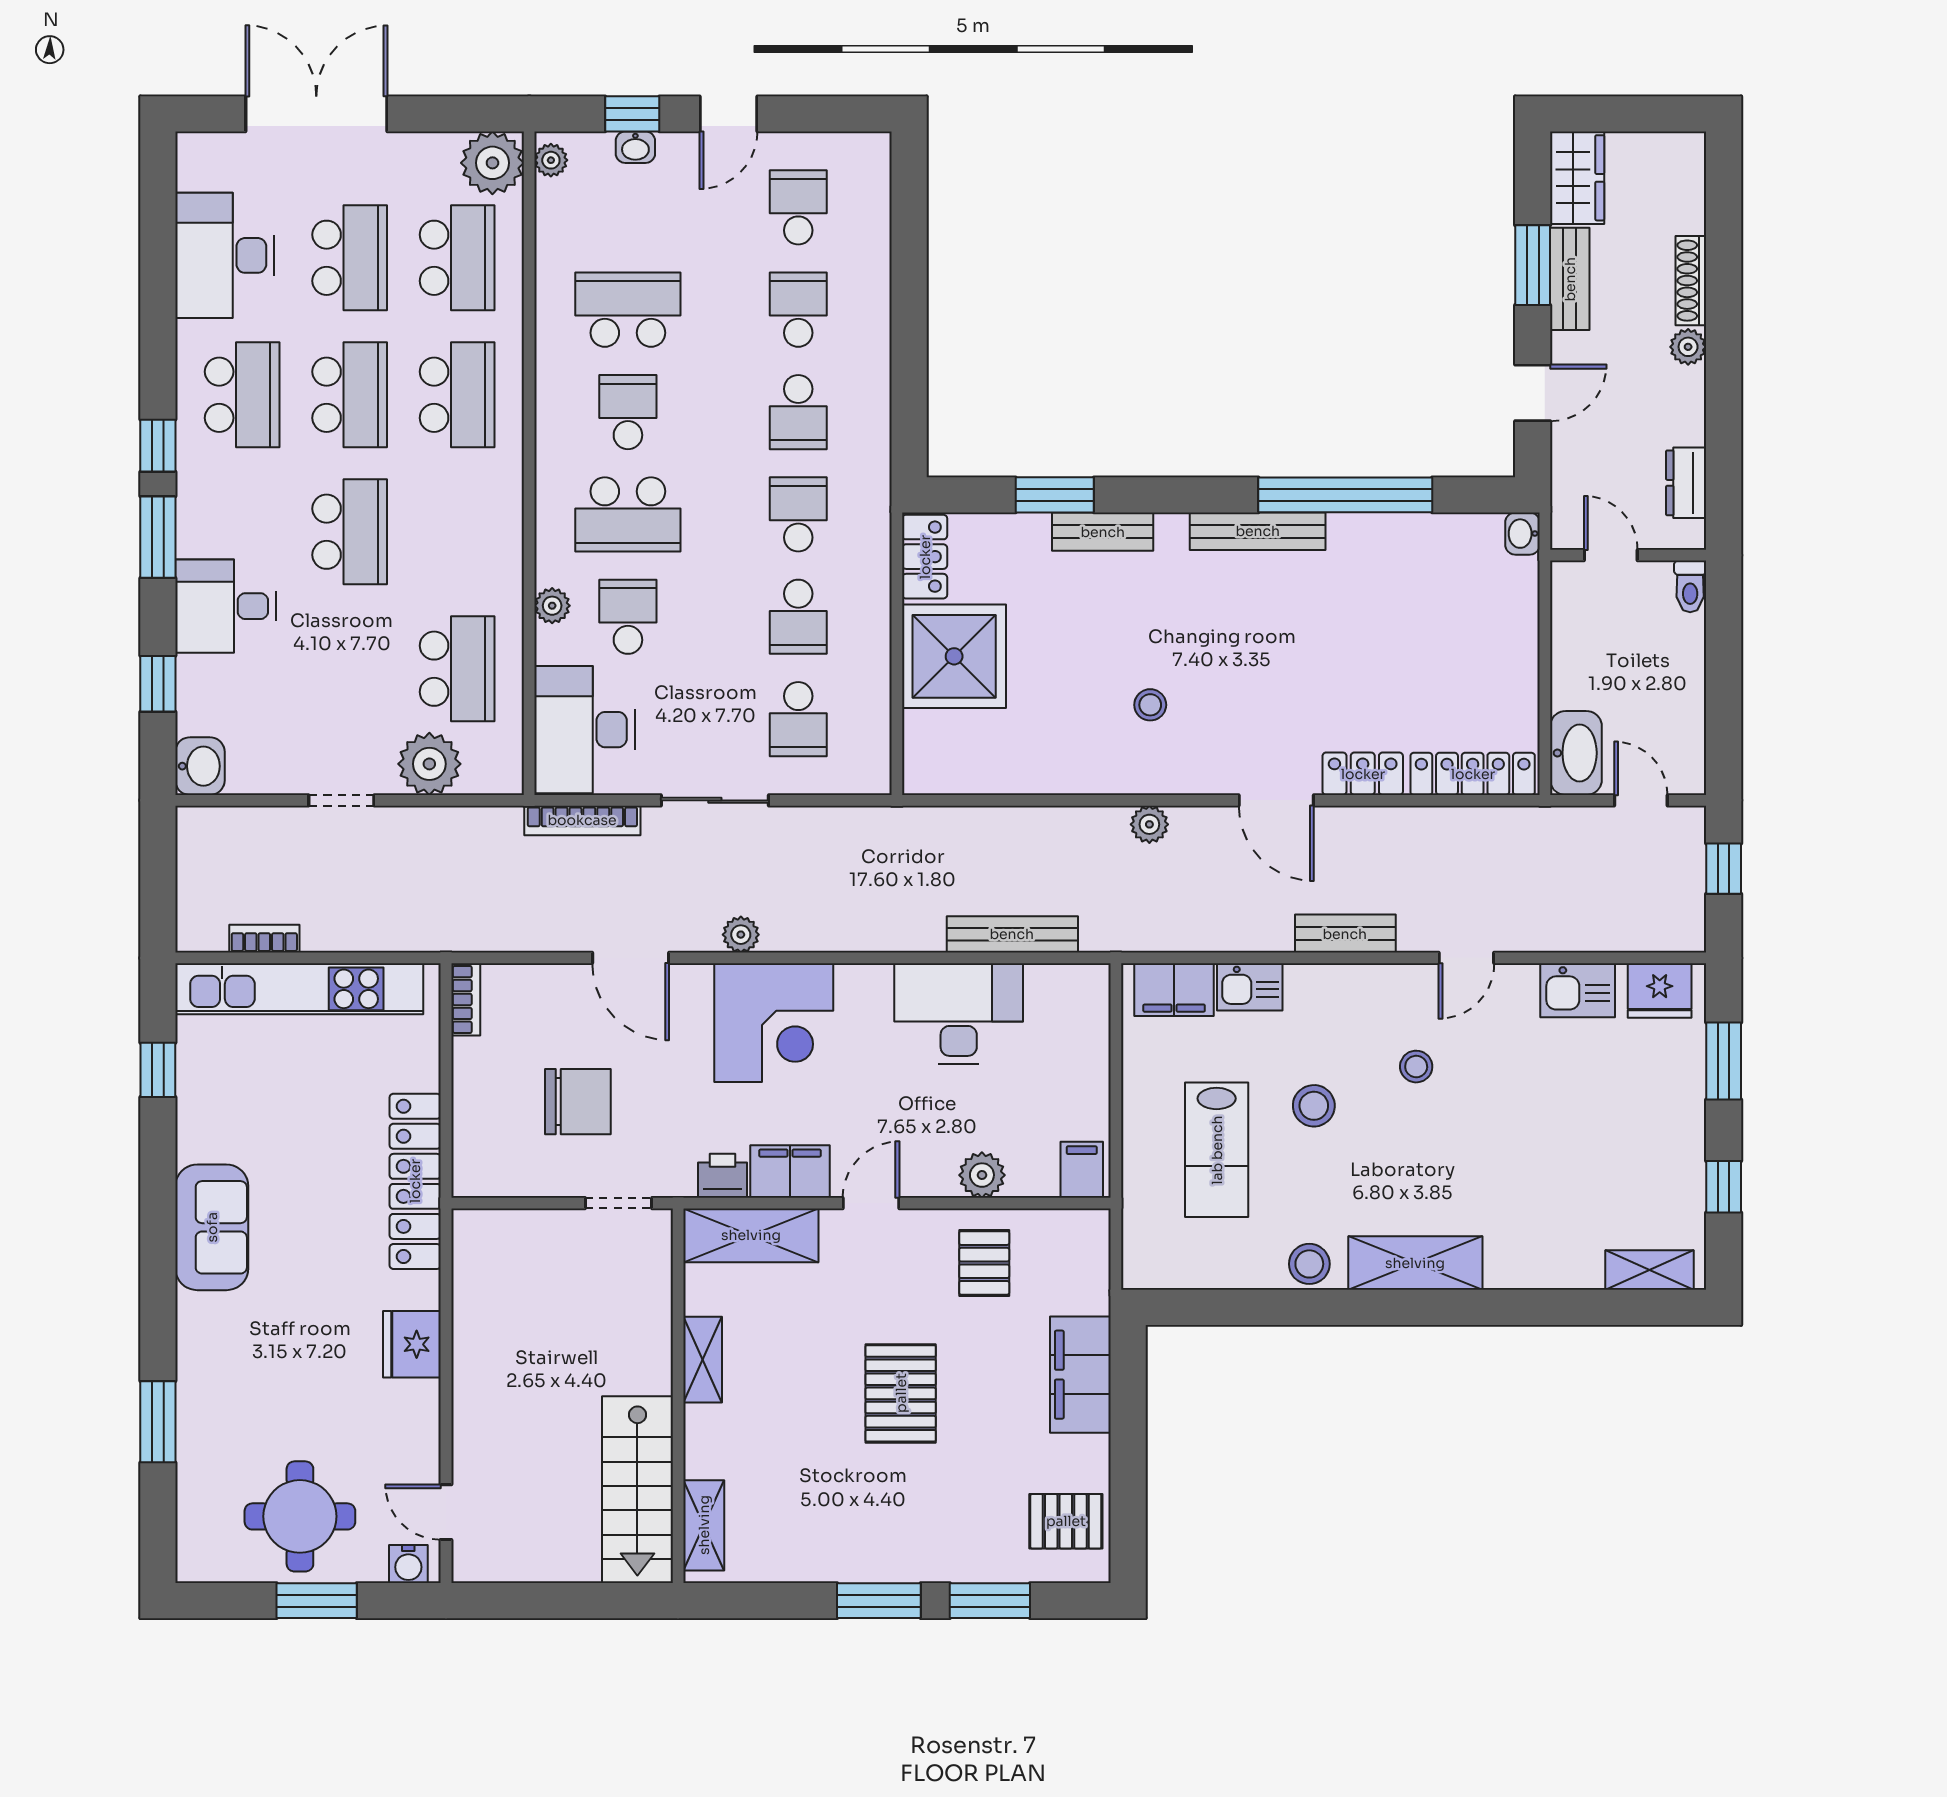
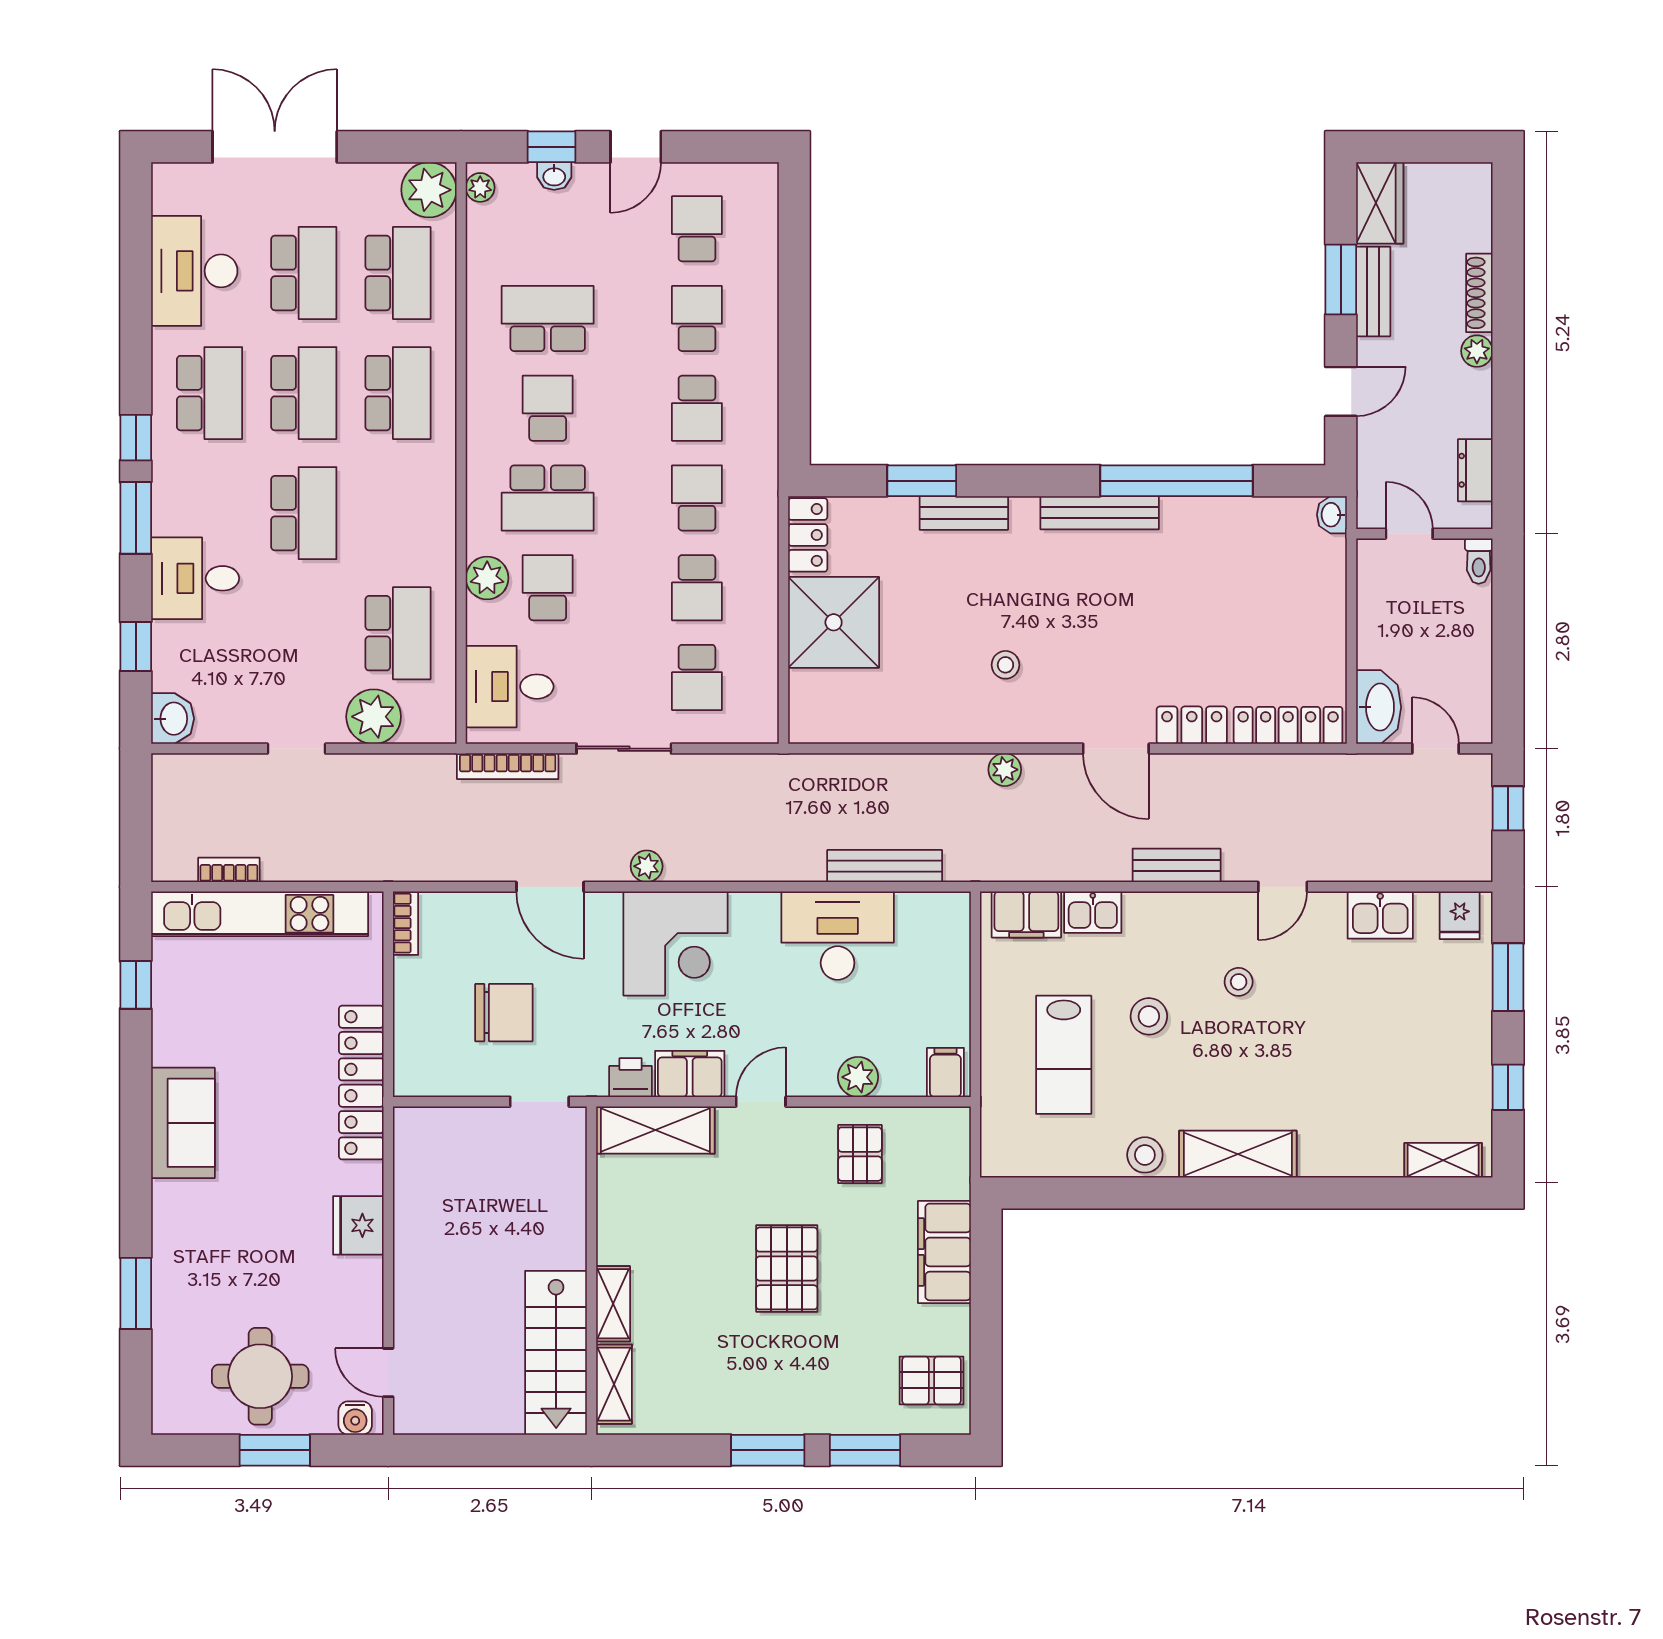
plant: (552, 606) -> (487, 578), width x1.38, depth x1.38
desk: (585, 730) -> (510, 687), width x0.73
fridge: (1660, 991) -> (1460, 915), width x0.72
shelving: (703, 1360) -> (613, 1304), moved

